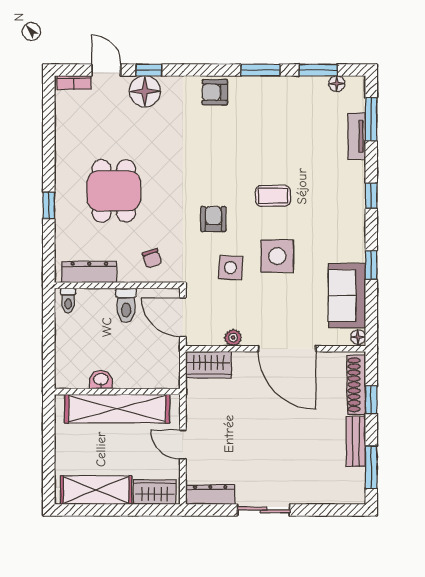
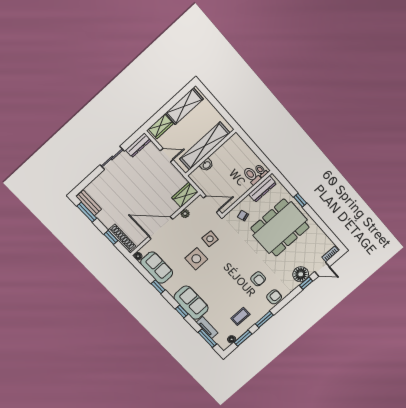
dining table: (114, 191) -> (280, 228), width x1.88, depth x1.24
coffee table: (273, 196) -> (240, 316), moved
sofa: (345, 197) -> (191, 303), added
armchair: (213, 219) -> (258, 279), moved
toilet: (126, 305) -> (252, 176), moved
washbasin: (101, 380) -> (206, 165), moved
bench: (356, 441) -> (89, 203), moved

